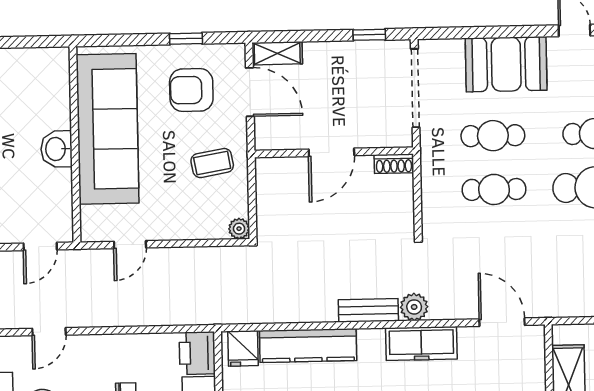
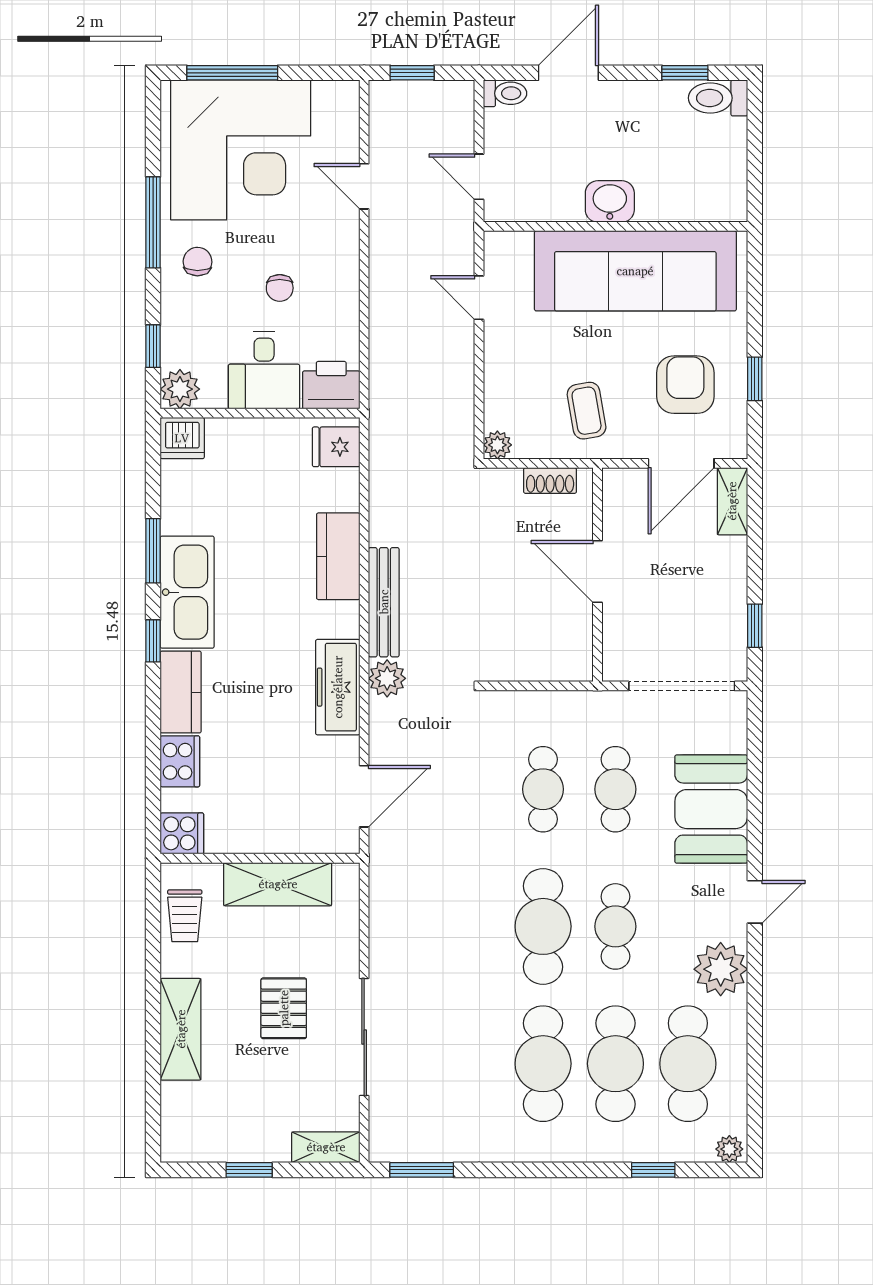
shoe rack: (394, 164) -> (550, 480), moved, turned -90
bench: (368, 310) -> (384, 602), width x1.36
kitchen counter: (308, 346) -> (338, 556), width x0.67

